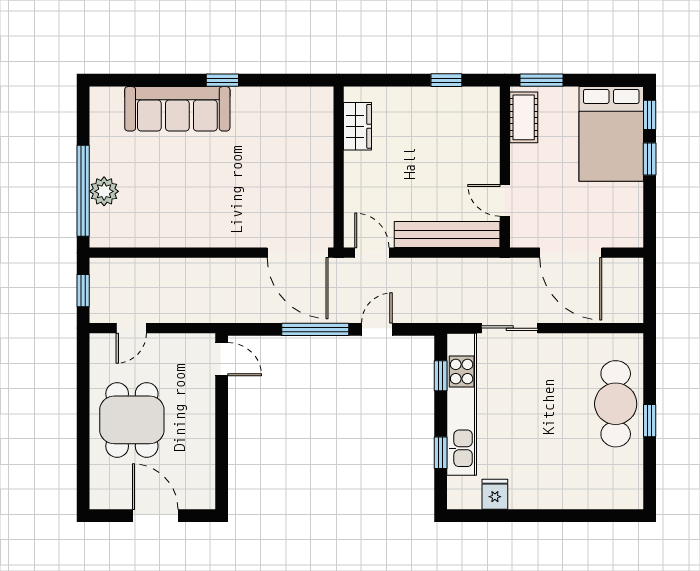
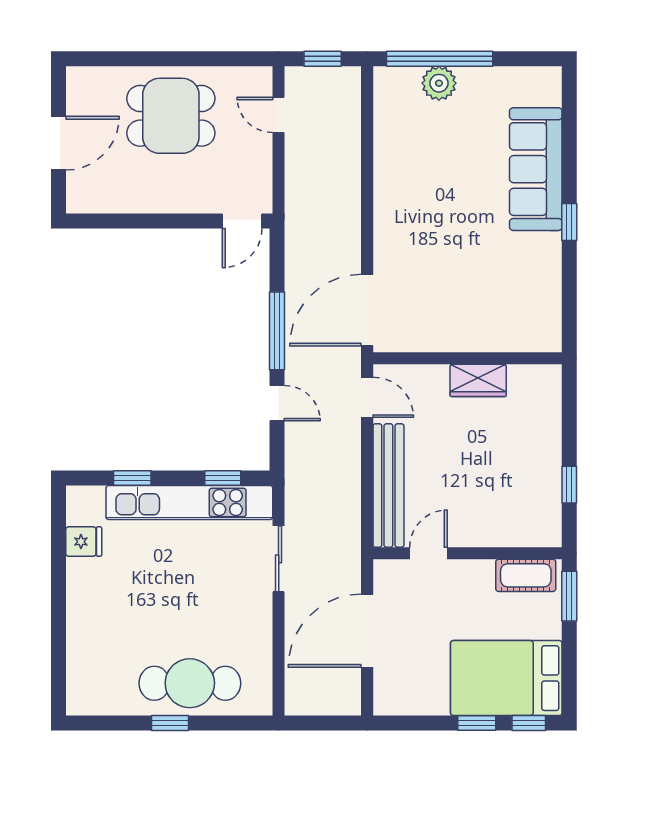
wardrobe: (358, 126) -> (478, 380), moved
door: (372, 253) -> (367, 397), hinge flipped

